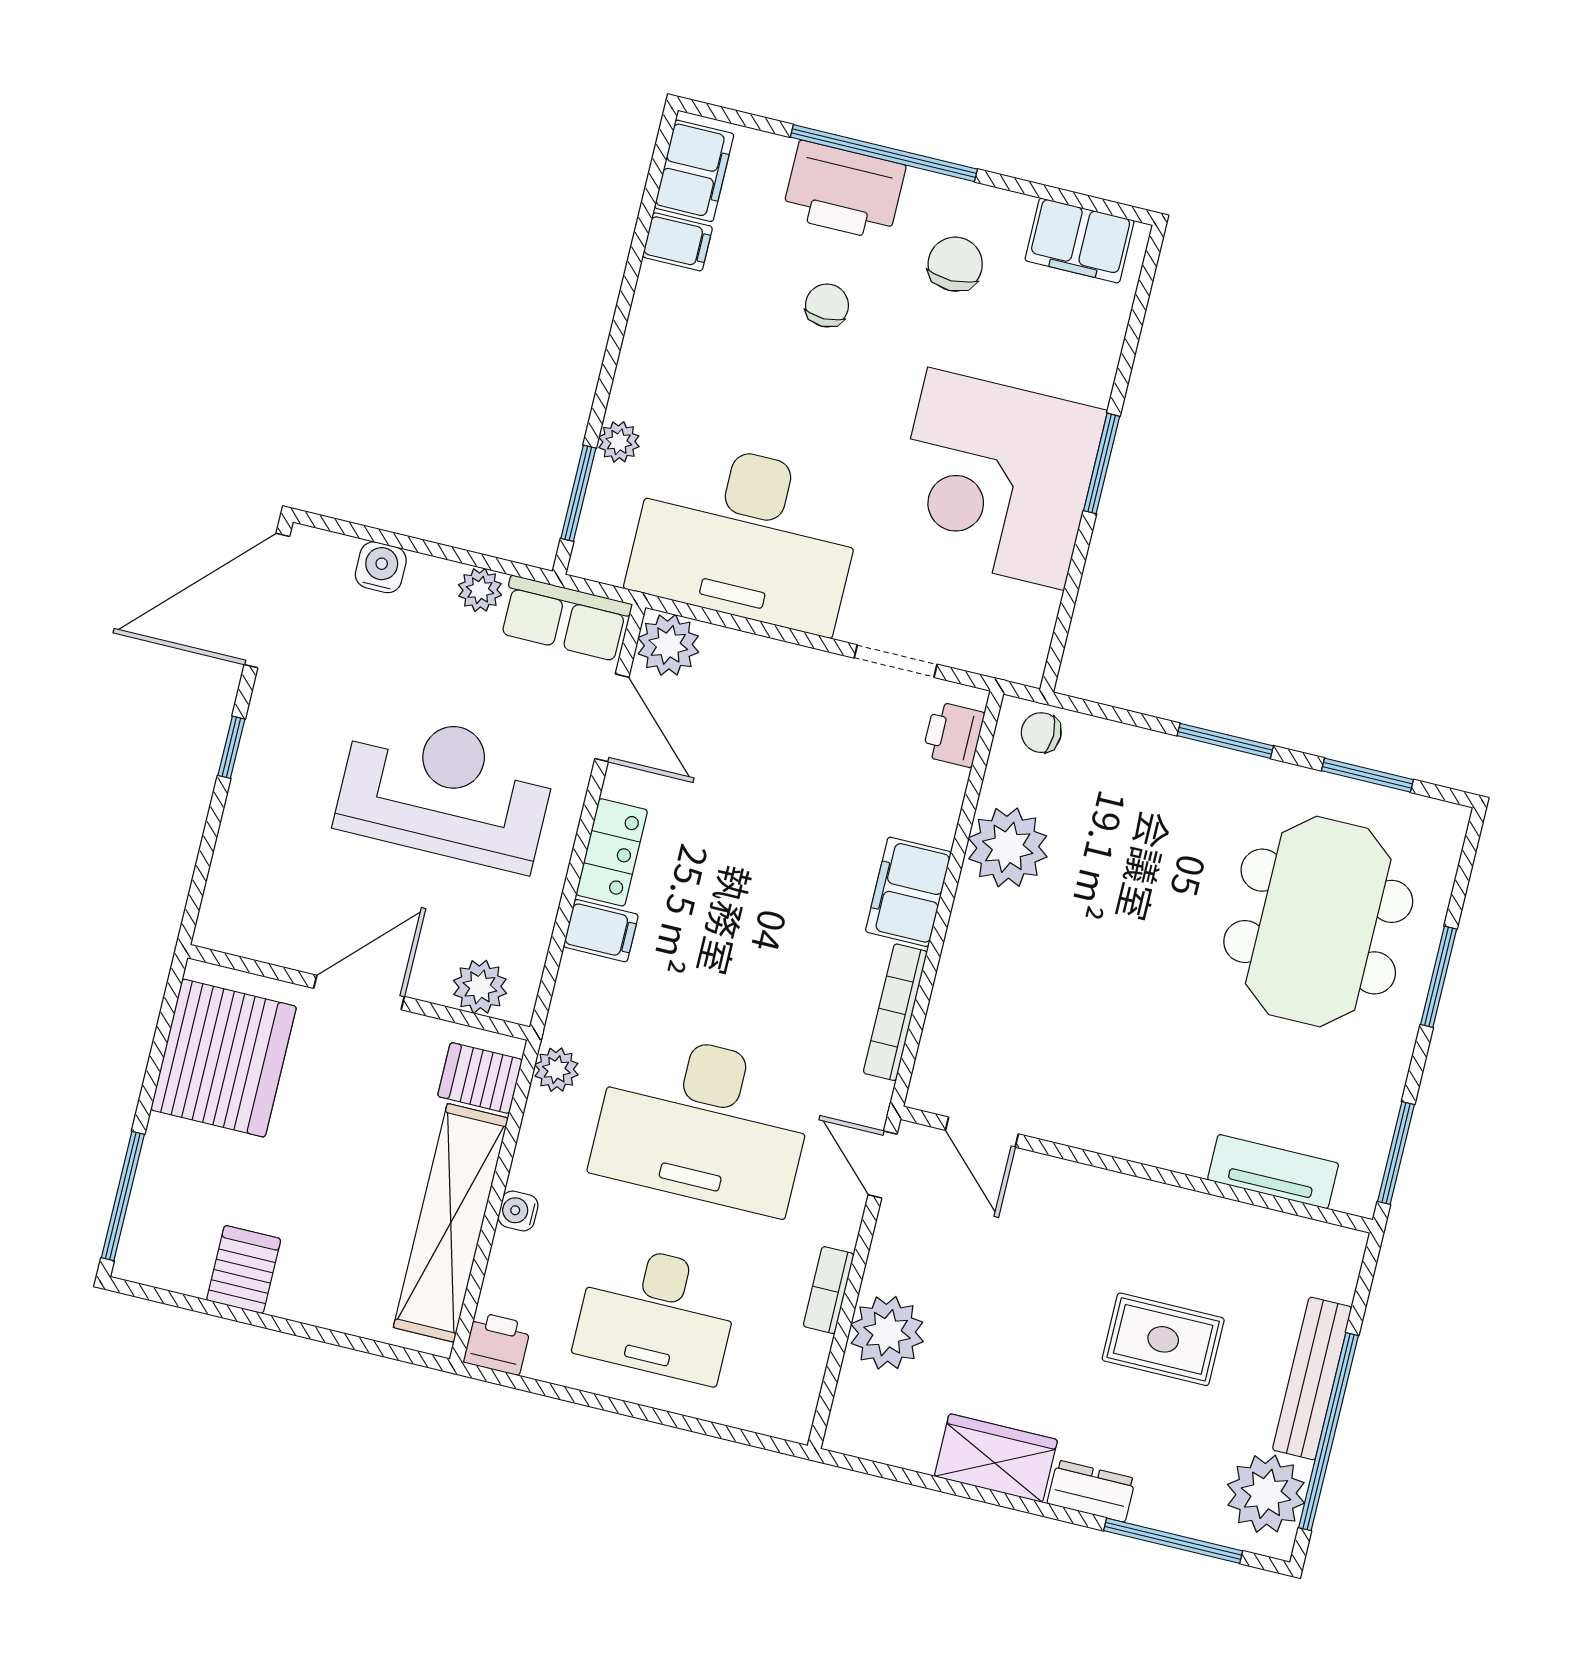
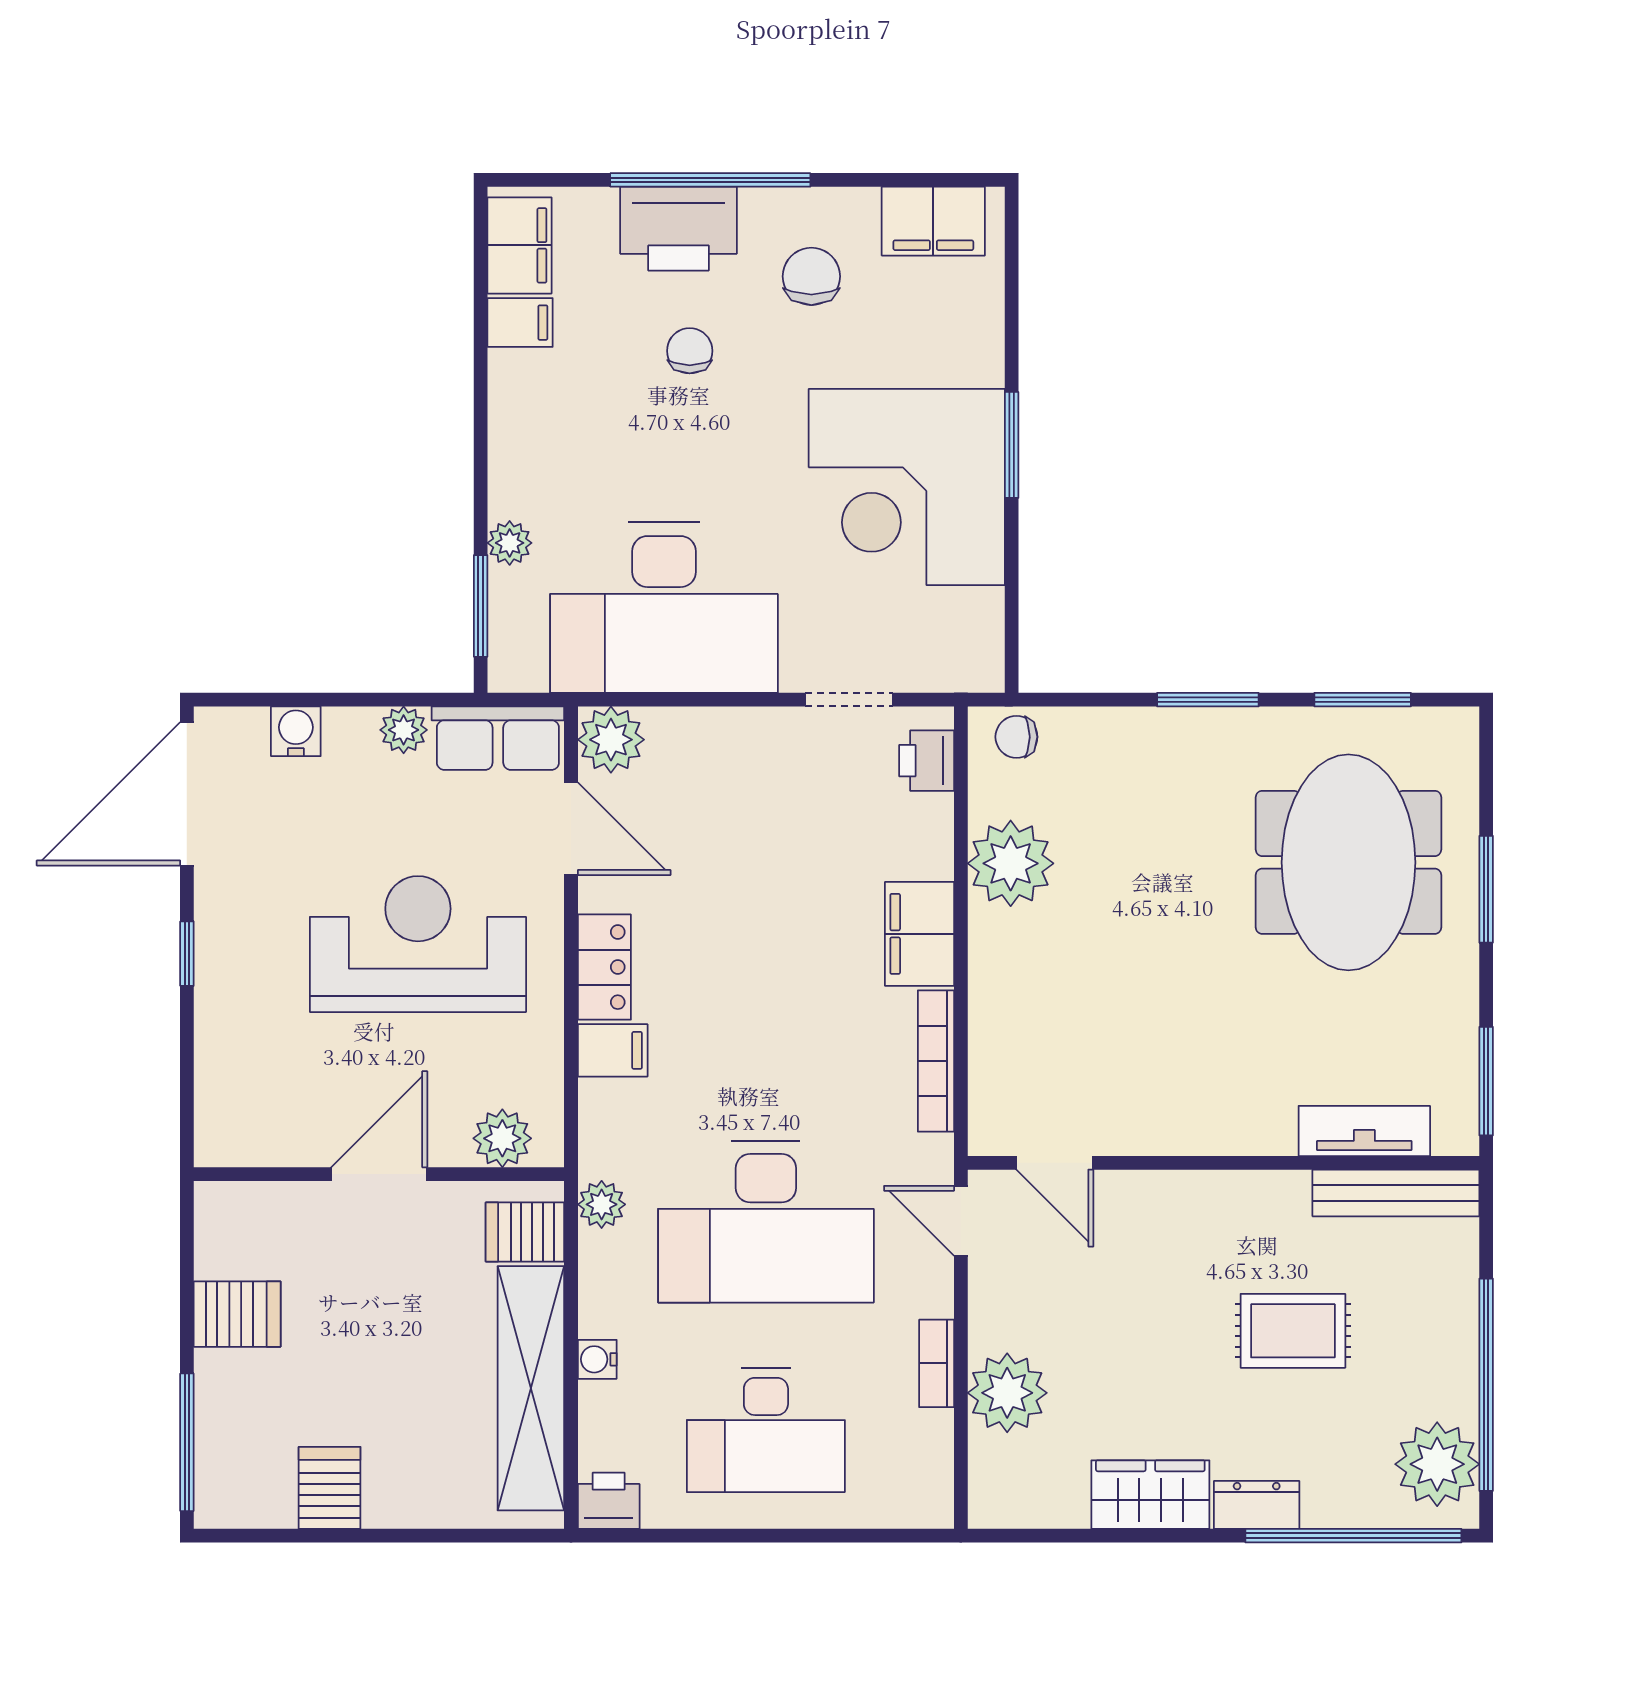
server rack: (224, 1058) -> (237, 1314), width x0.46, depth x0.70
bench: (1312, 1378) -> (1396, 1193), moved, turned 90
window: (1173, 1541) -> (1353, 1536), width x1.46

